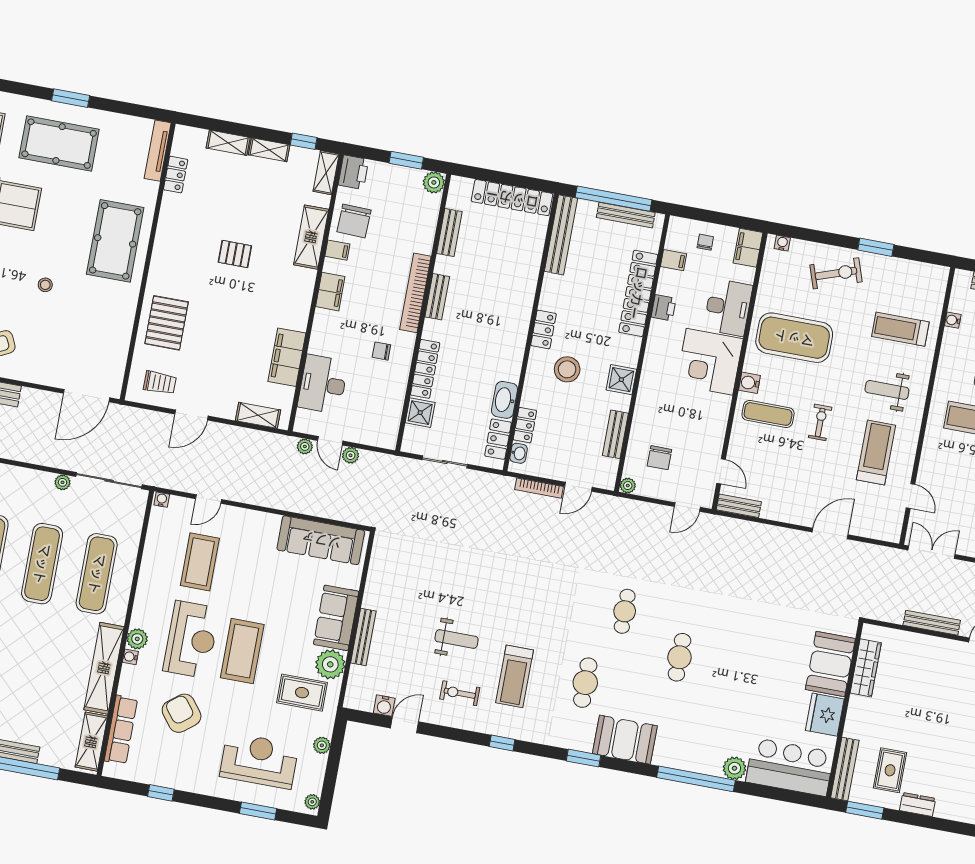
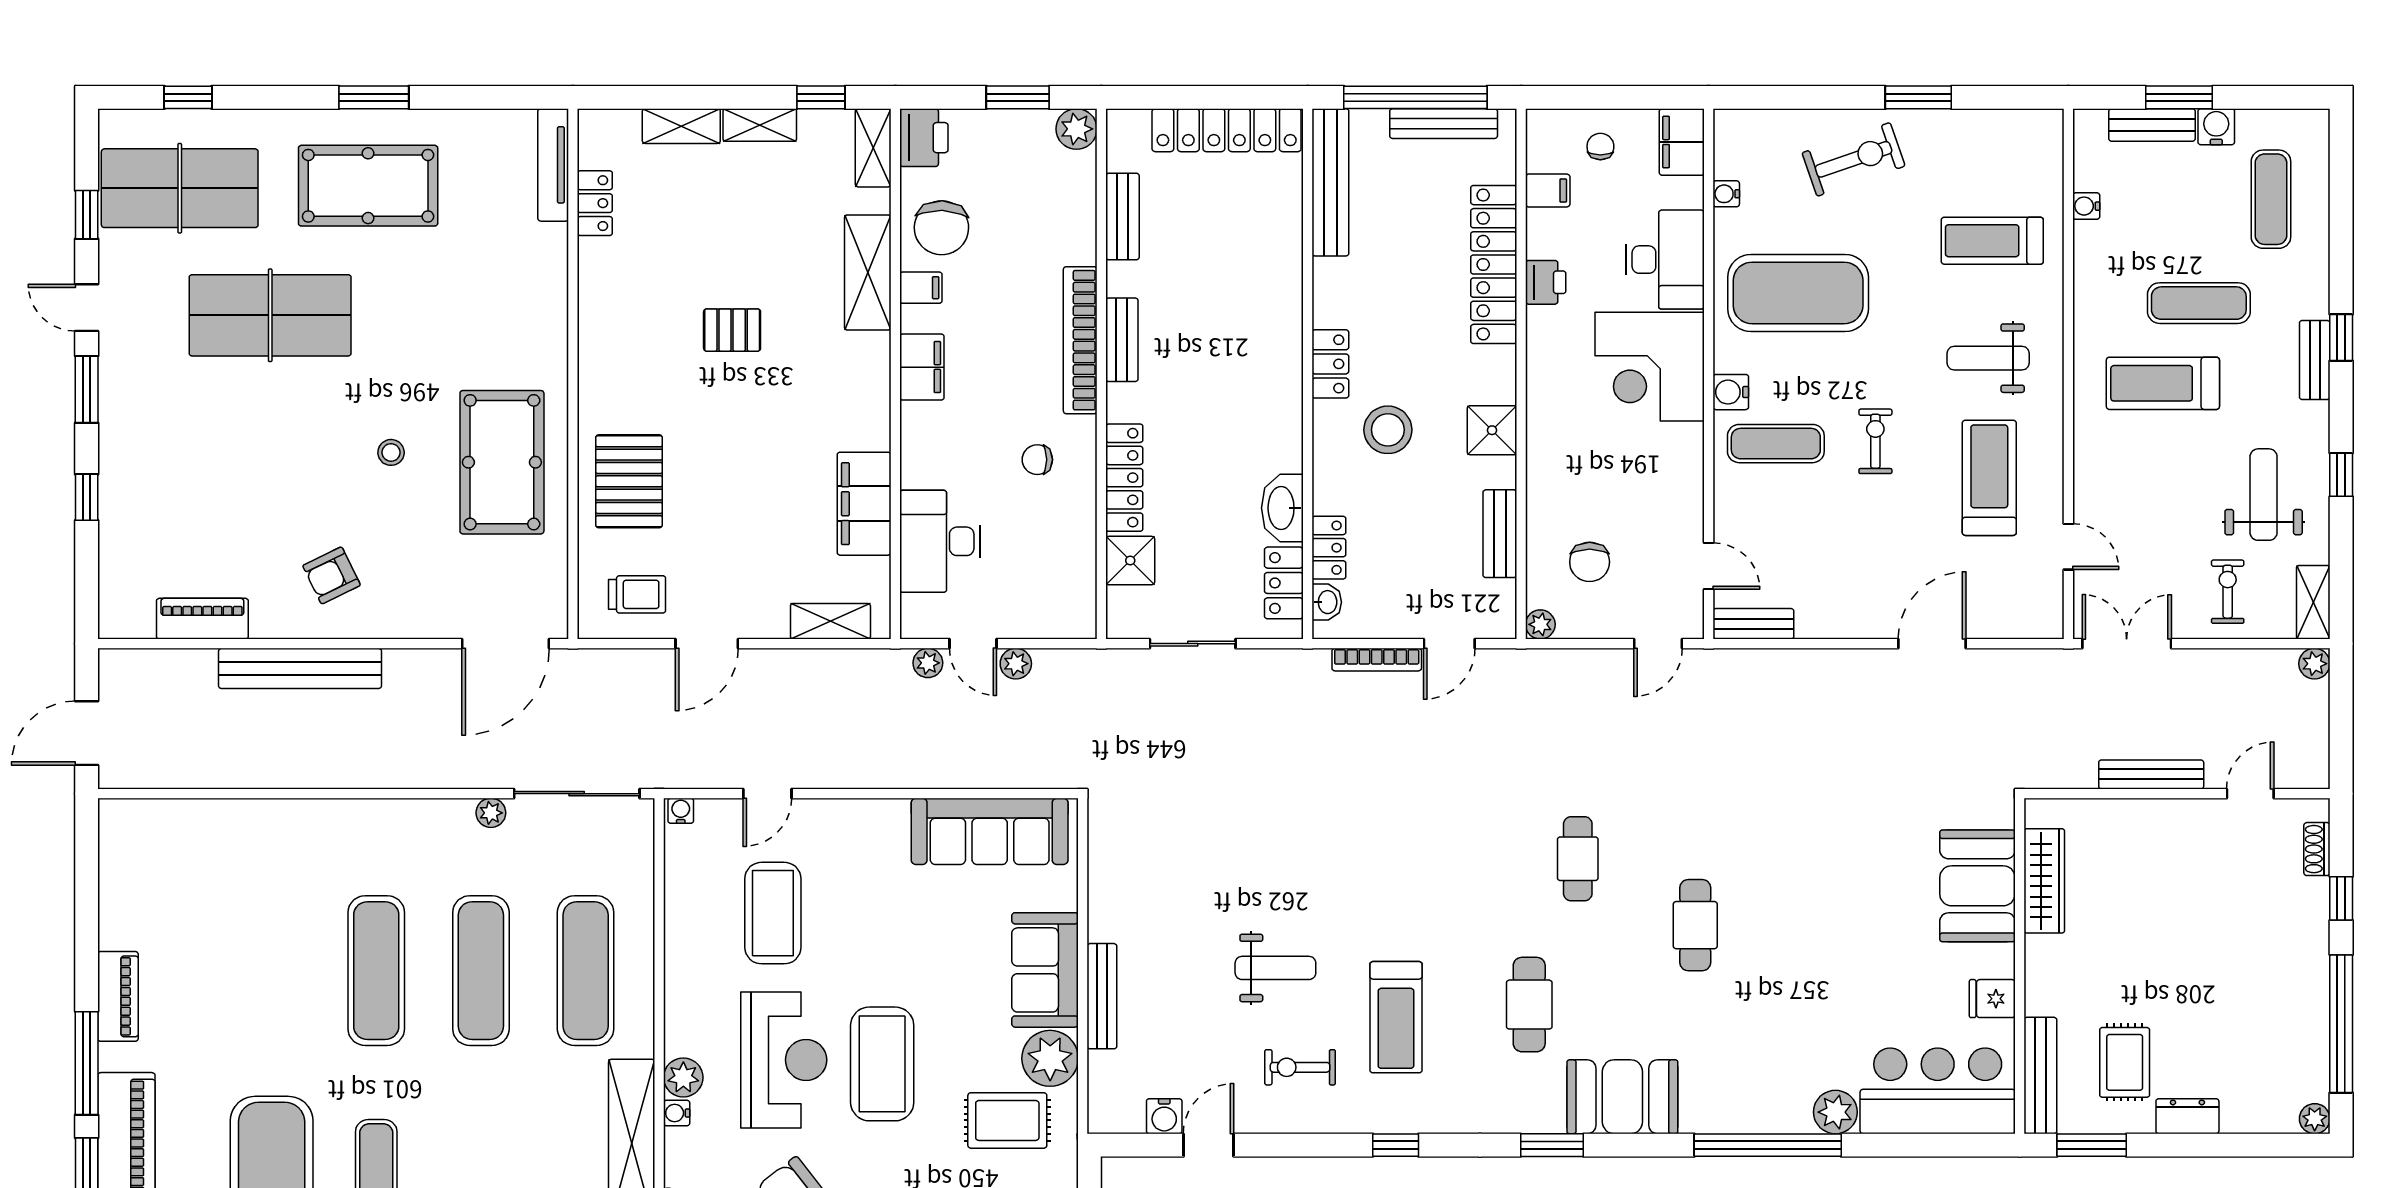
pool table: (115, 241) -> (502, 462), moved
water cooler: (782, 243) -> (1726, 194), moved, turned -90
fridge: (825, 715) -> (1992, 999), width x0.53, depth x0.75

